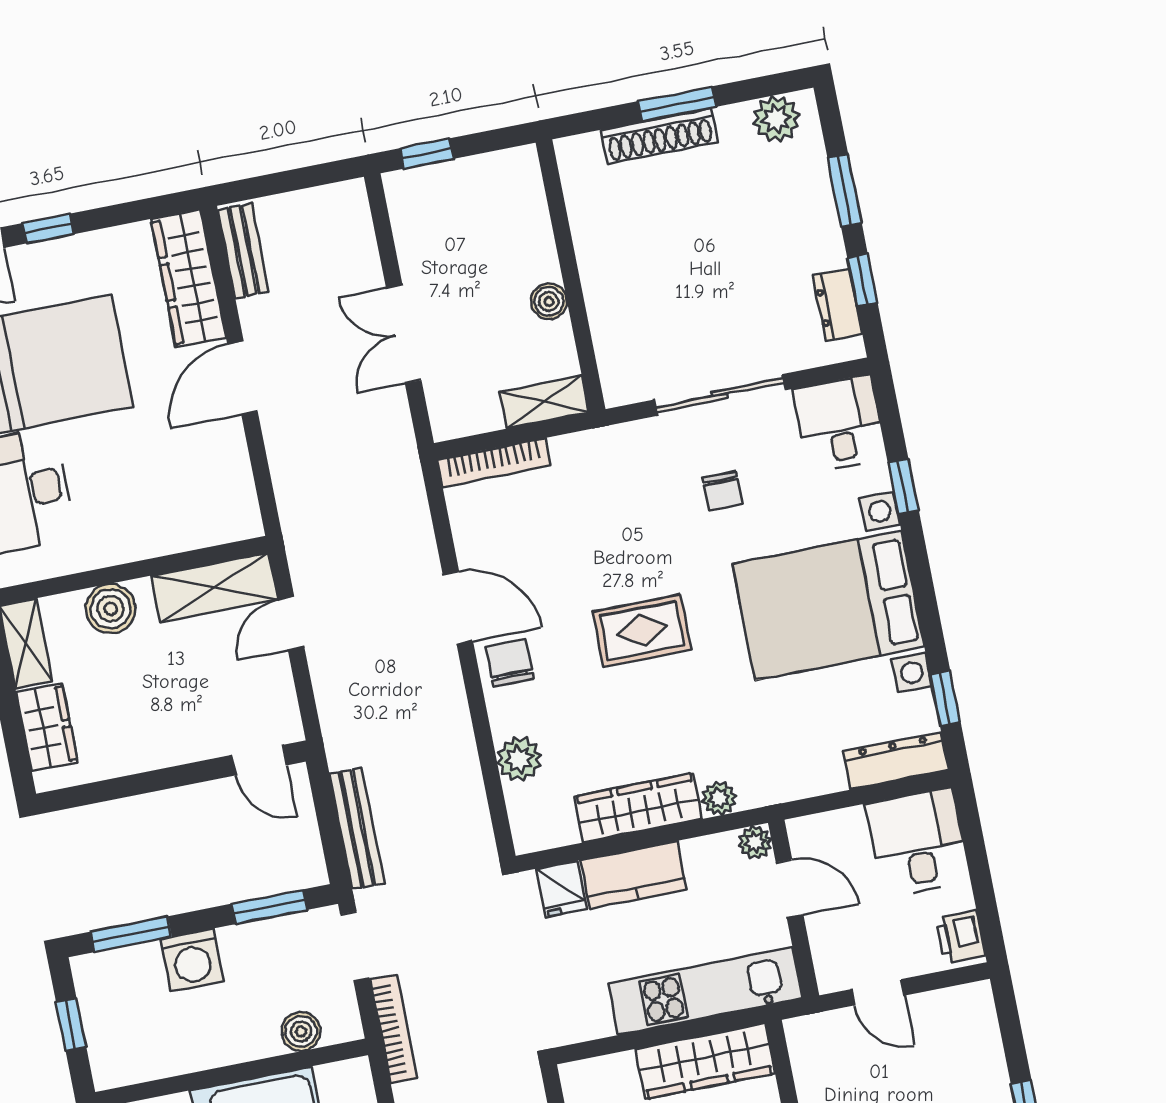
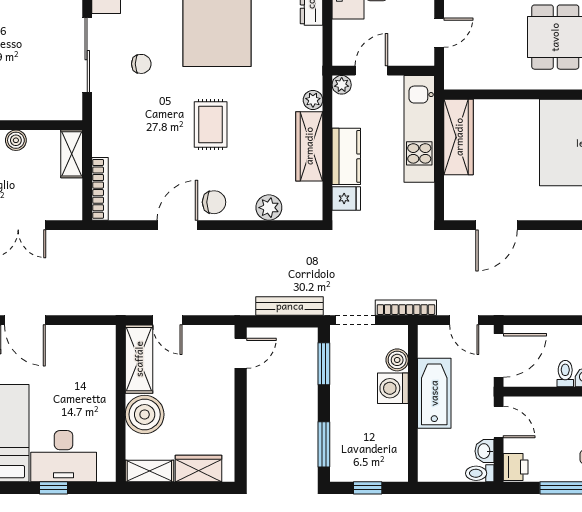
boiler: (111, 609) -> (145, 414), width x1.37, depth x1.37
chair: (510, 663) -> (214, 202), turned 180
washing machine: (192, 960) -> (393, 388), moved, turned 180

